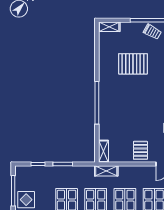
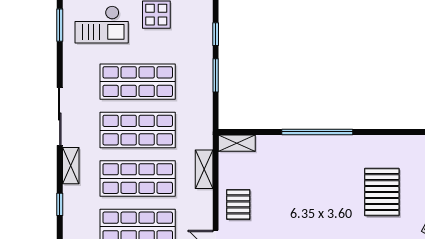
pallet: (140, 150) -> (238, 204), turned 90
shelving: (106, 171) -> (204, 169), moved

